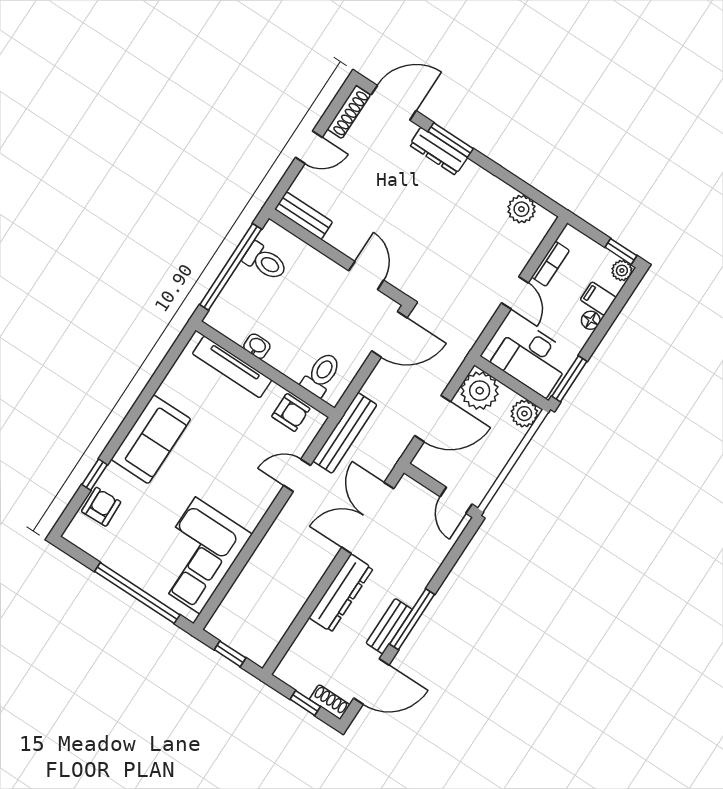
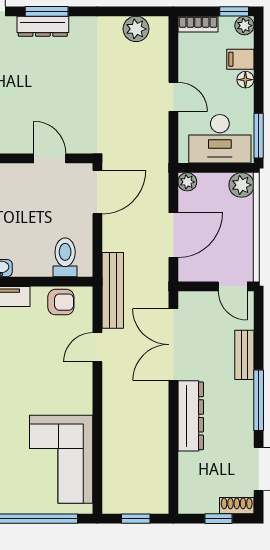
bookcase: (551, 264) -> (198, 24), moved, turned 90
plant: (480, 391) -> (187, 182), width x0.53, depth x0.53
bench: (389, 626) -> (244, 355), moved

